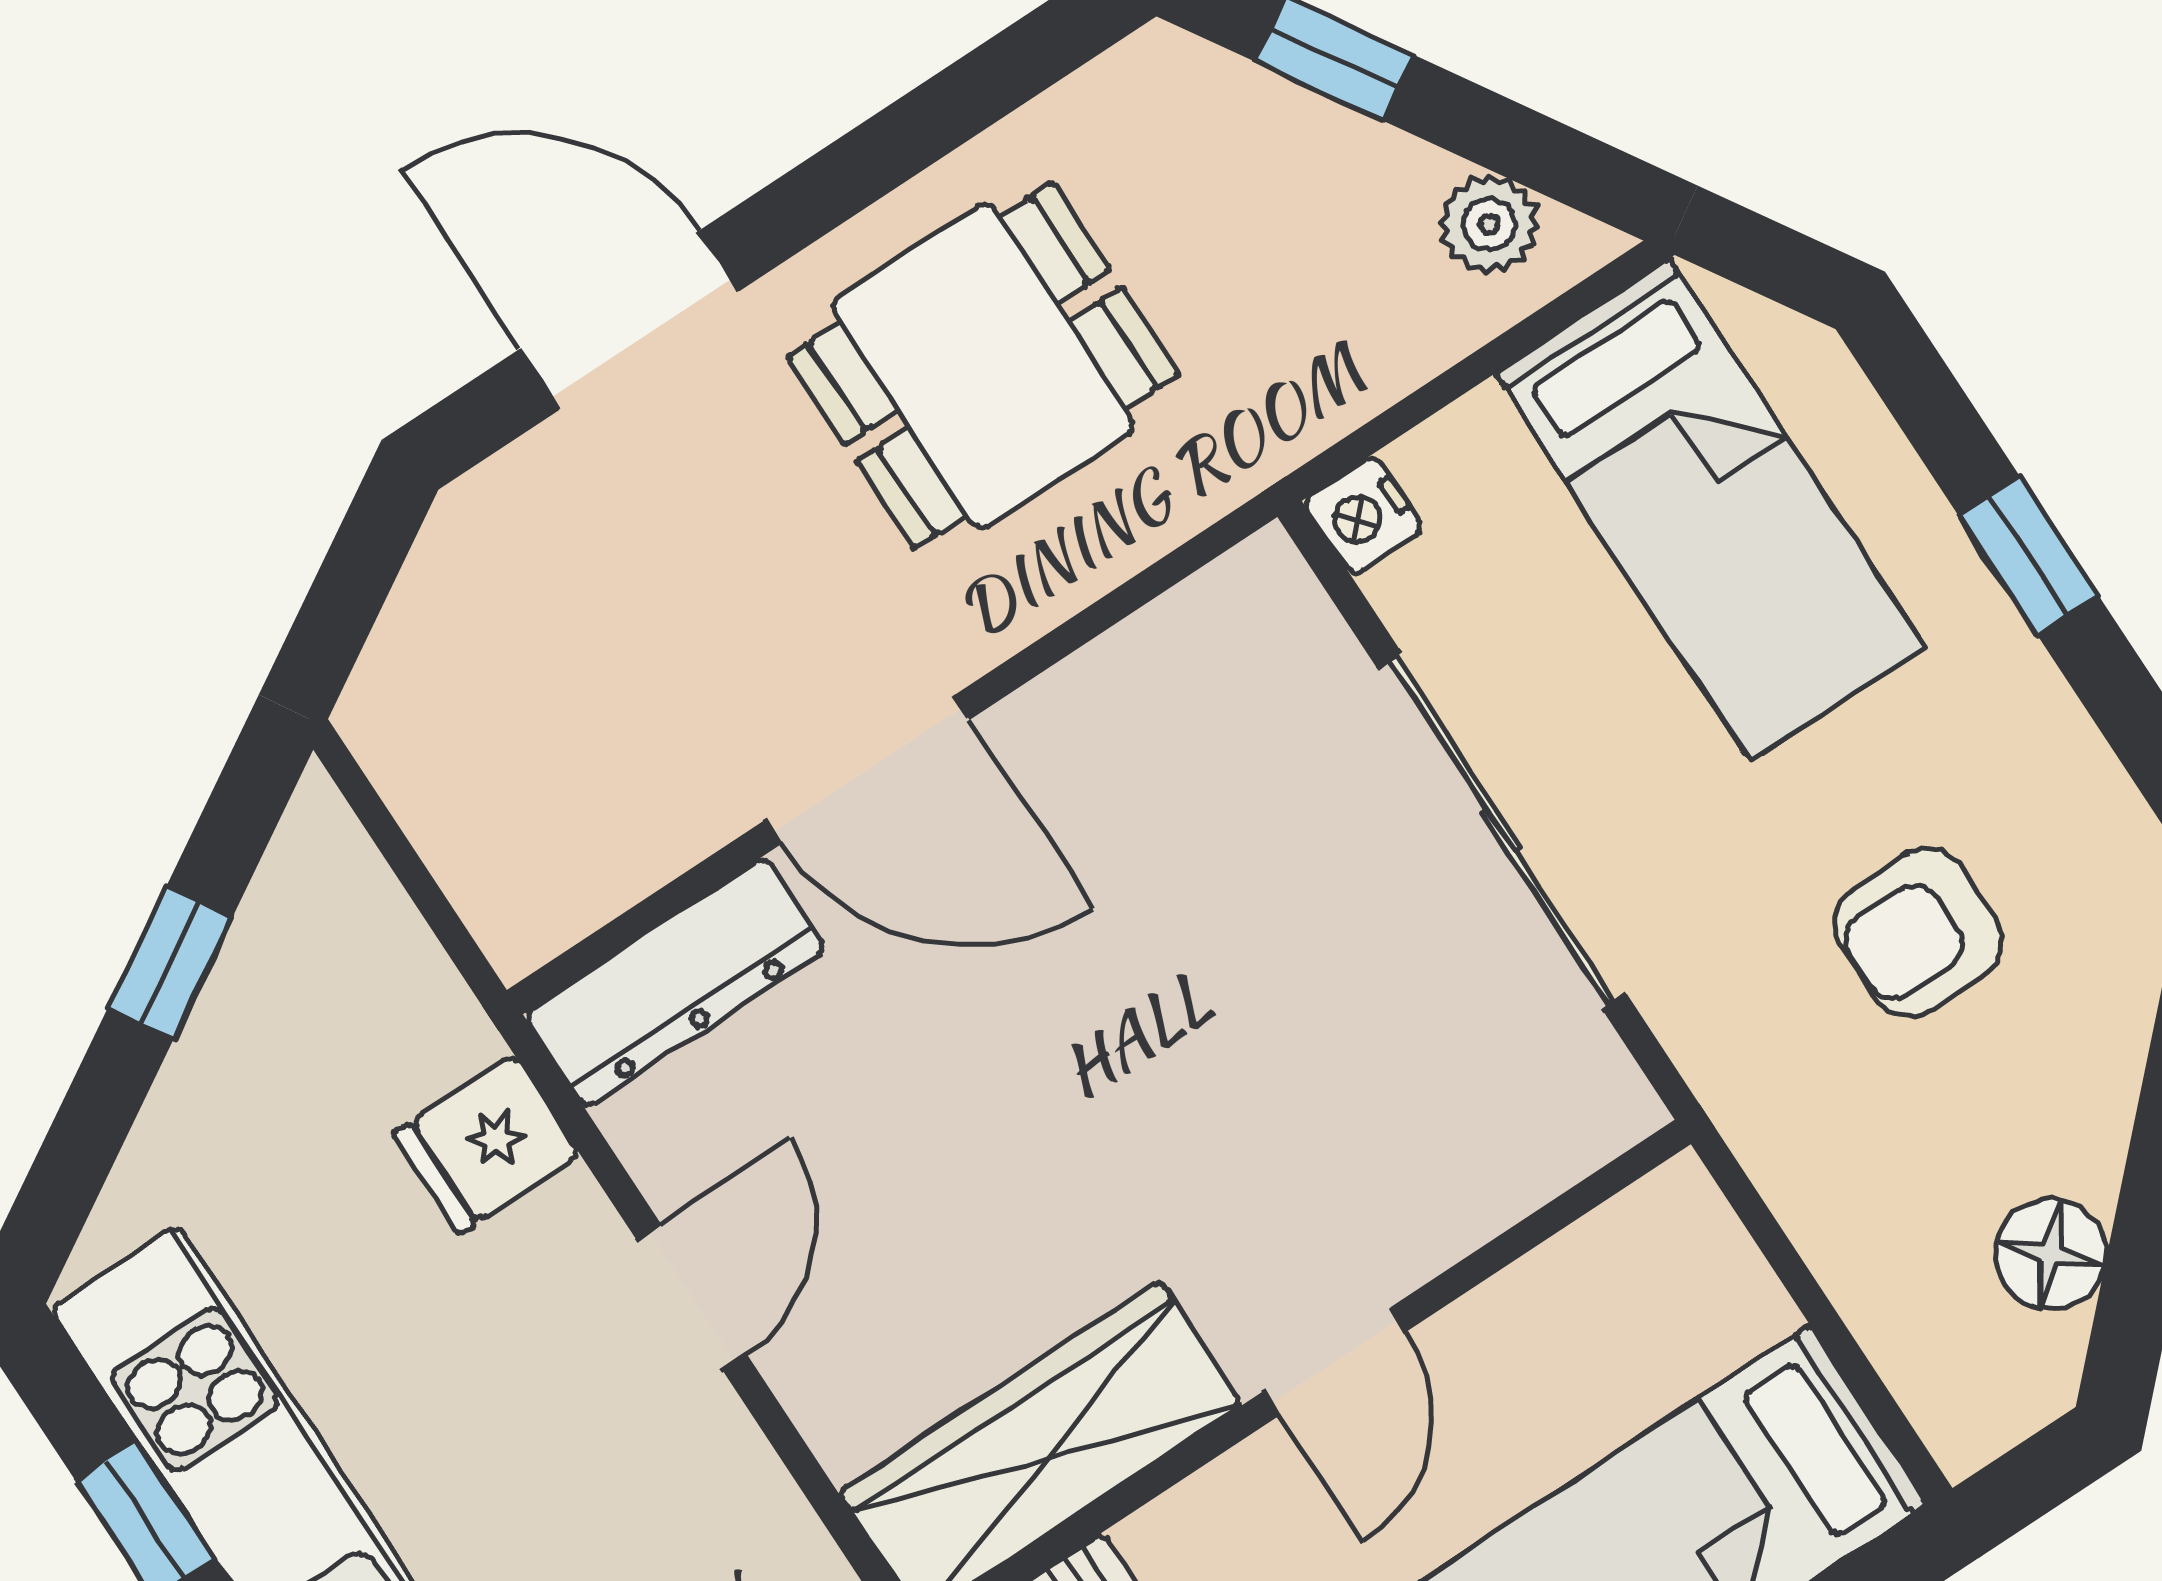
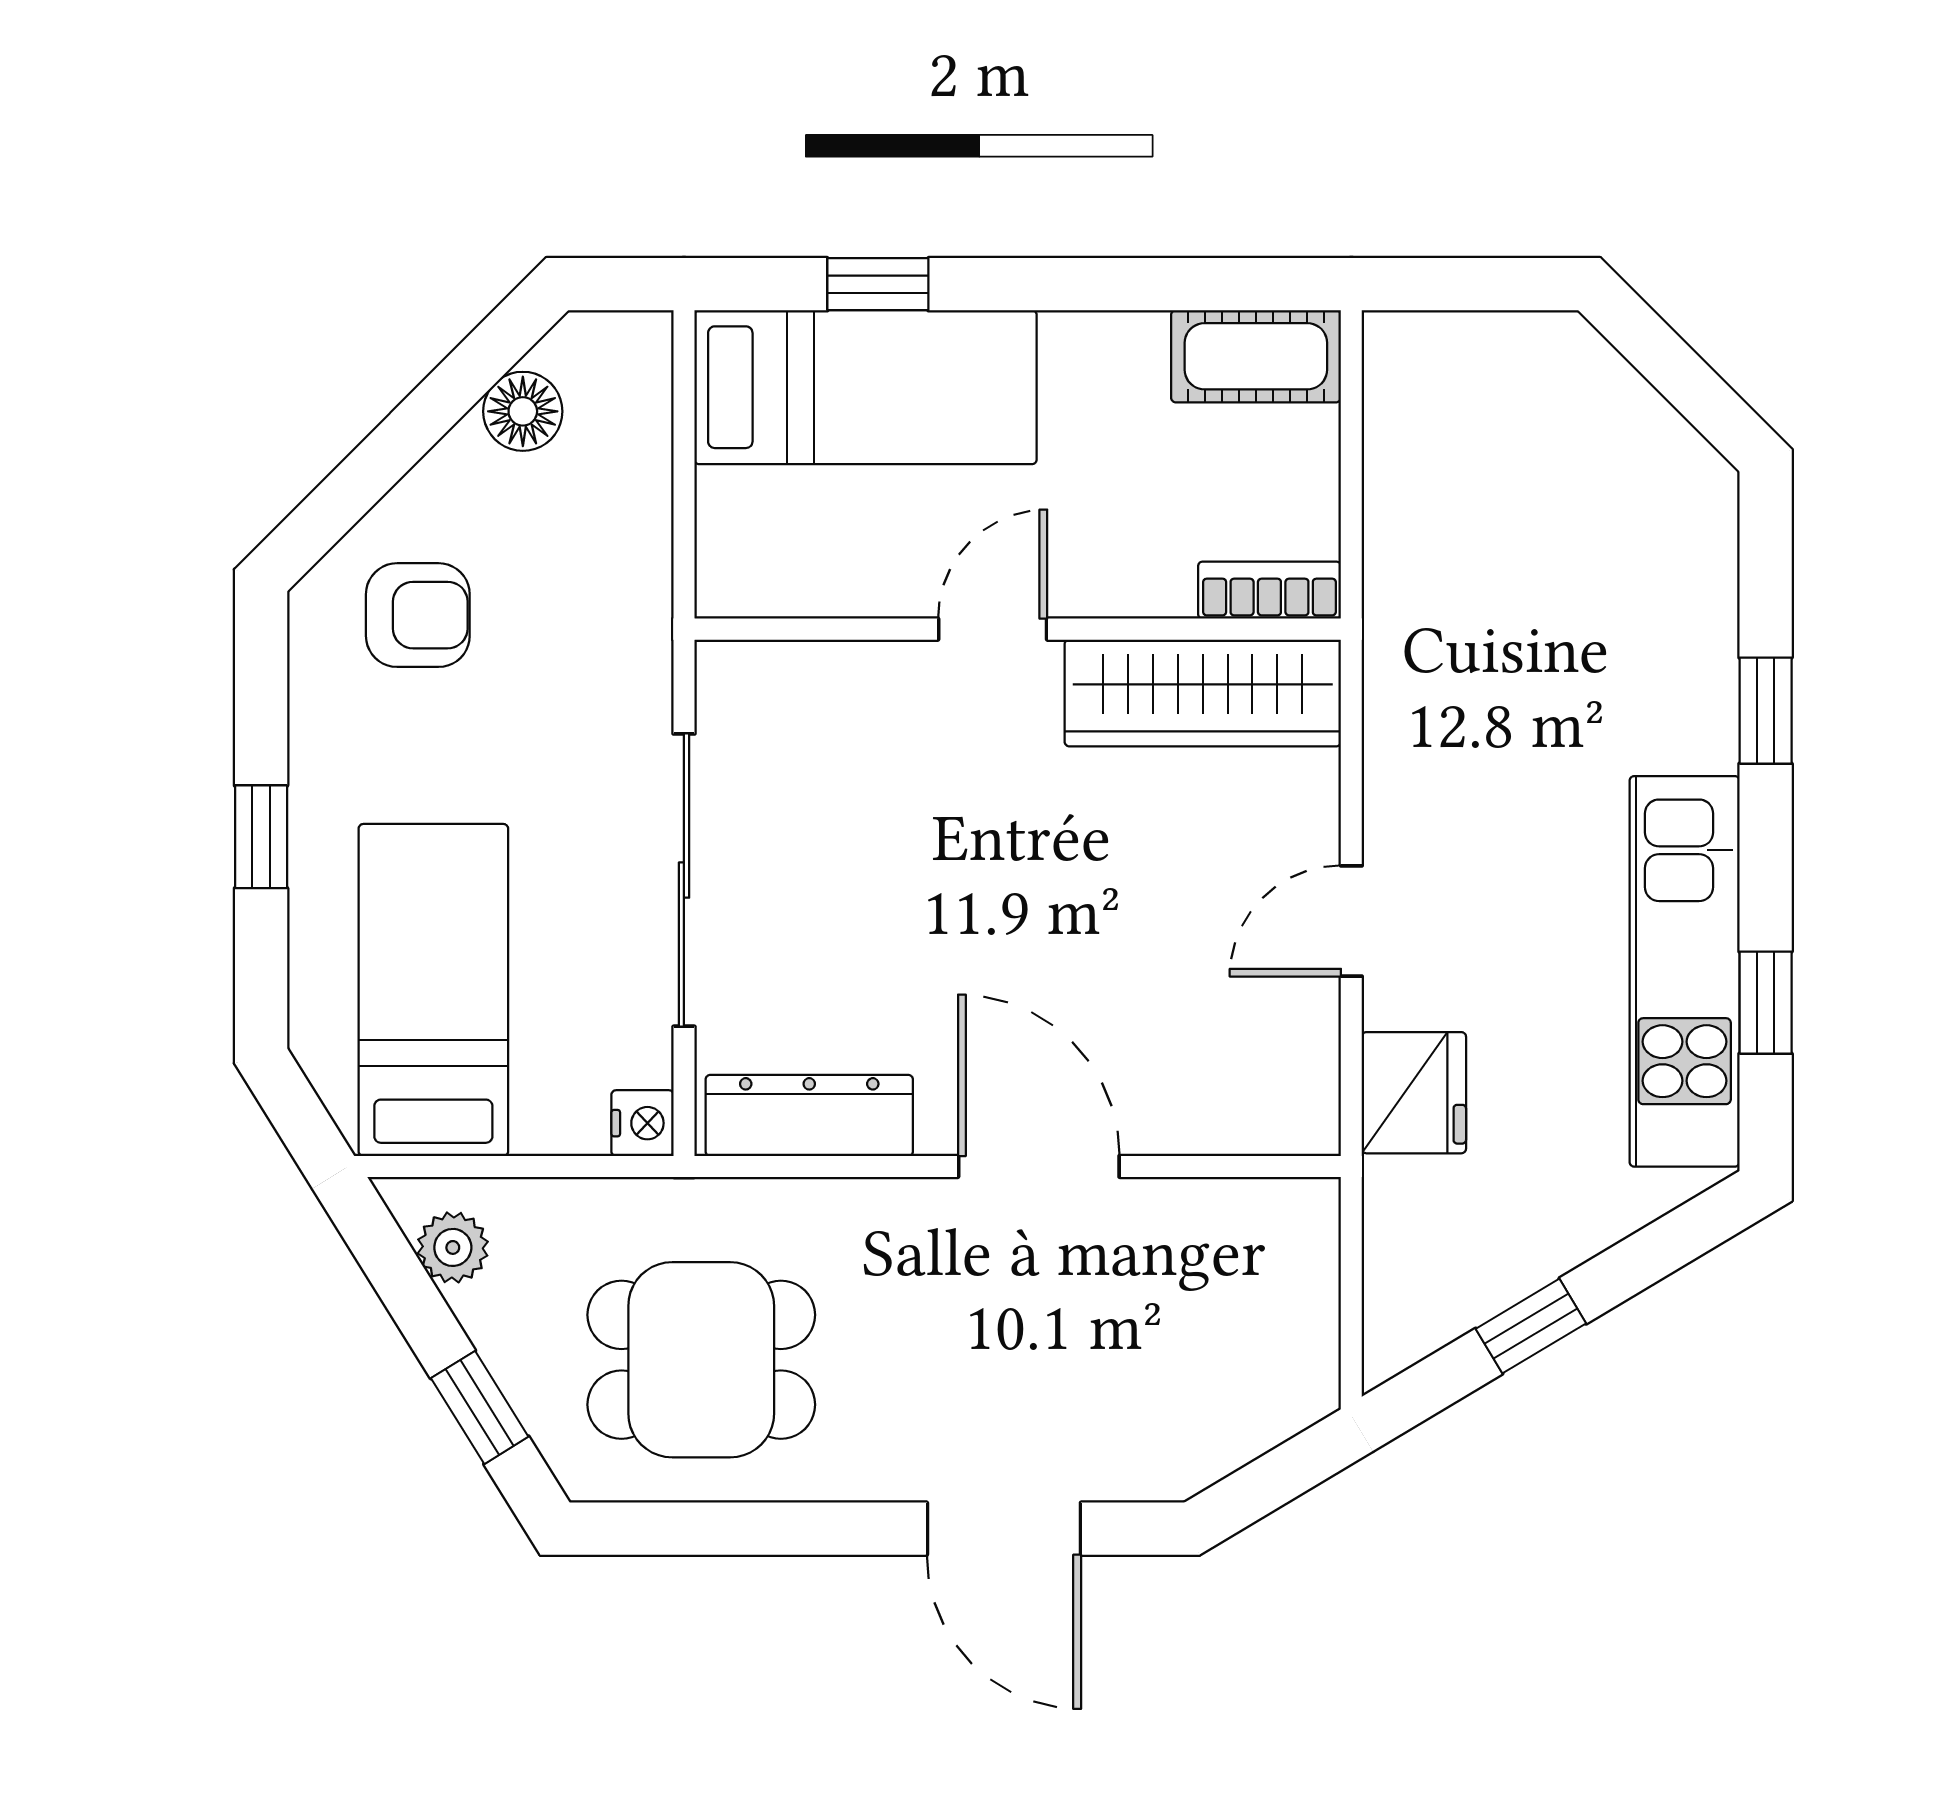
dining table: (983, 366) -> (701, 1360), moved
armchair: (1918, 932) -> (418, 615), moved
dresser: (675, 982) -> (809, 1115), moved
fridge: (486, 1145) -> (1414, 1093), width x1.38

